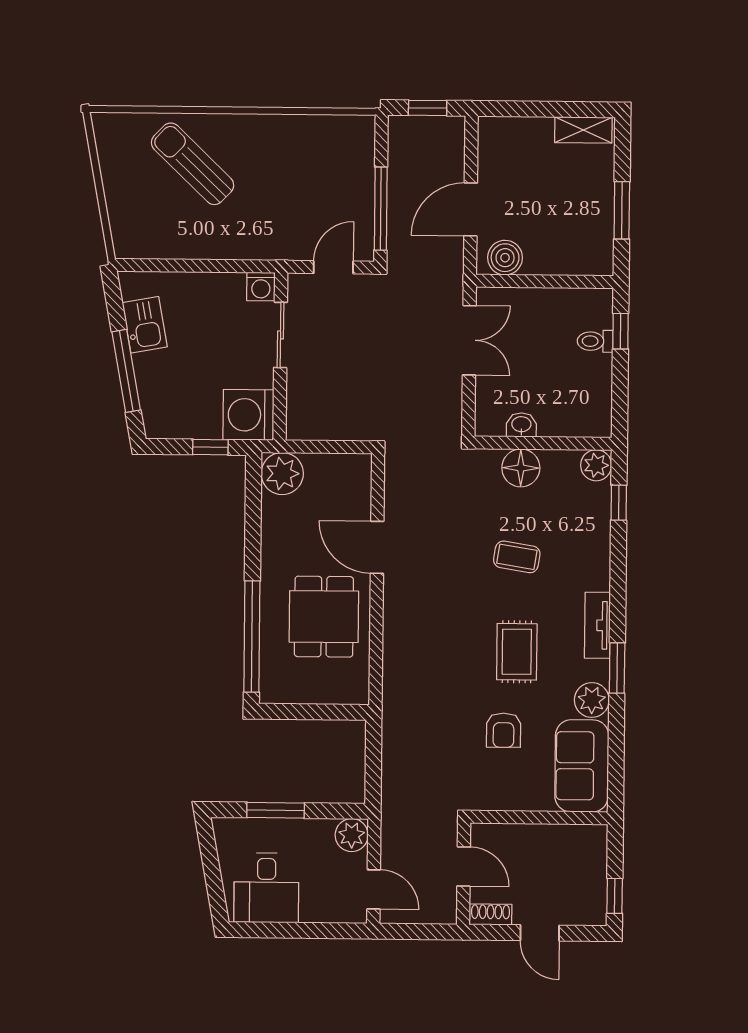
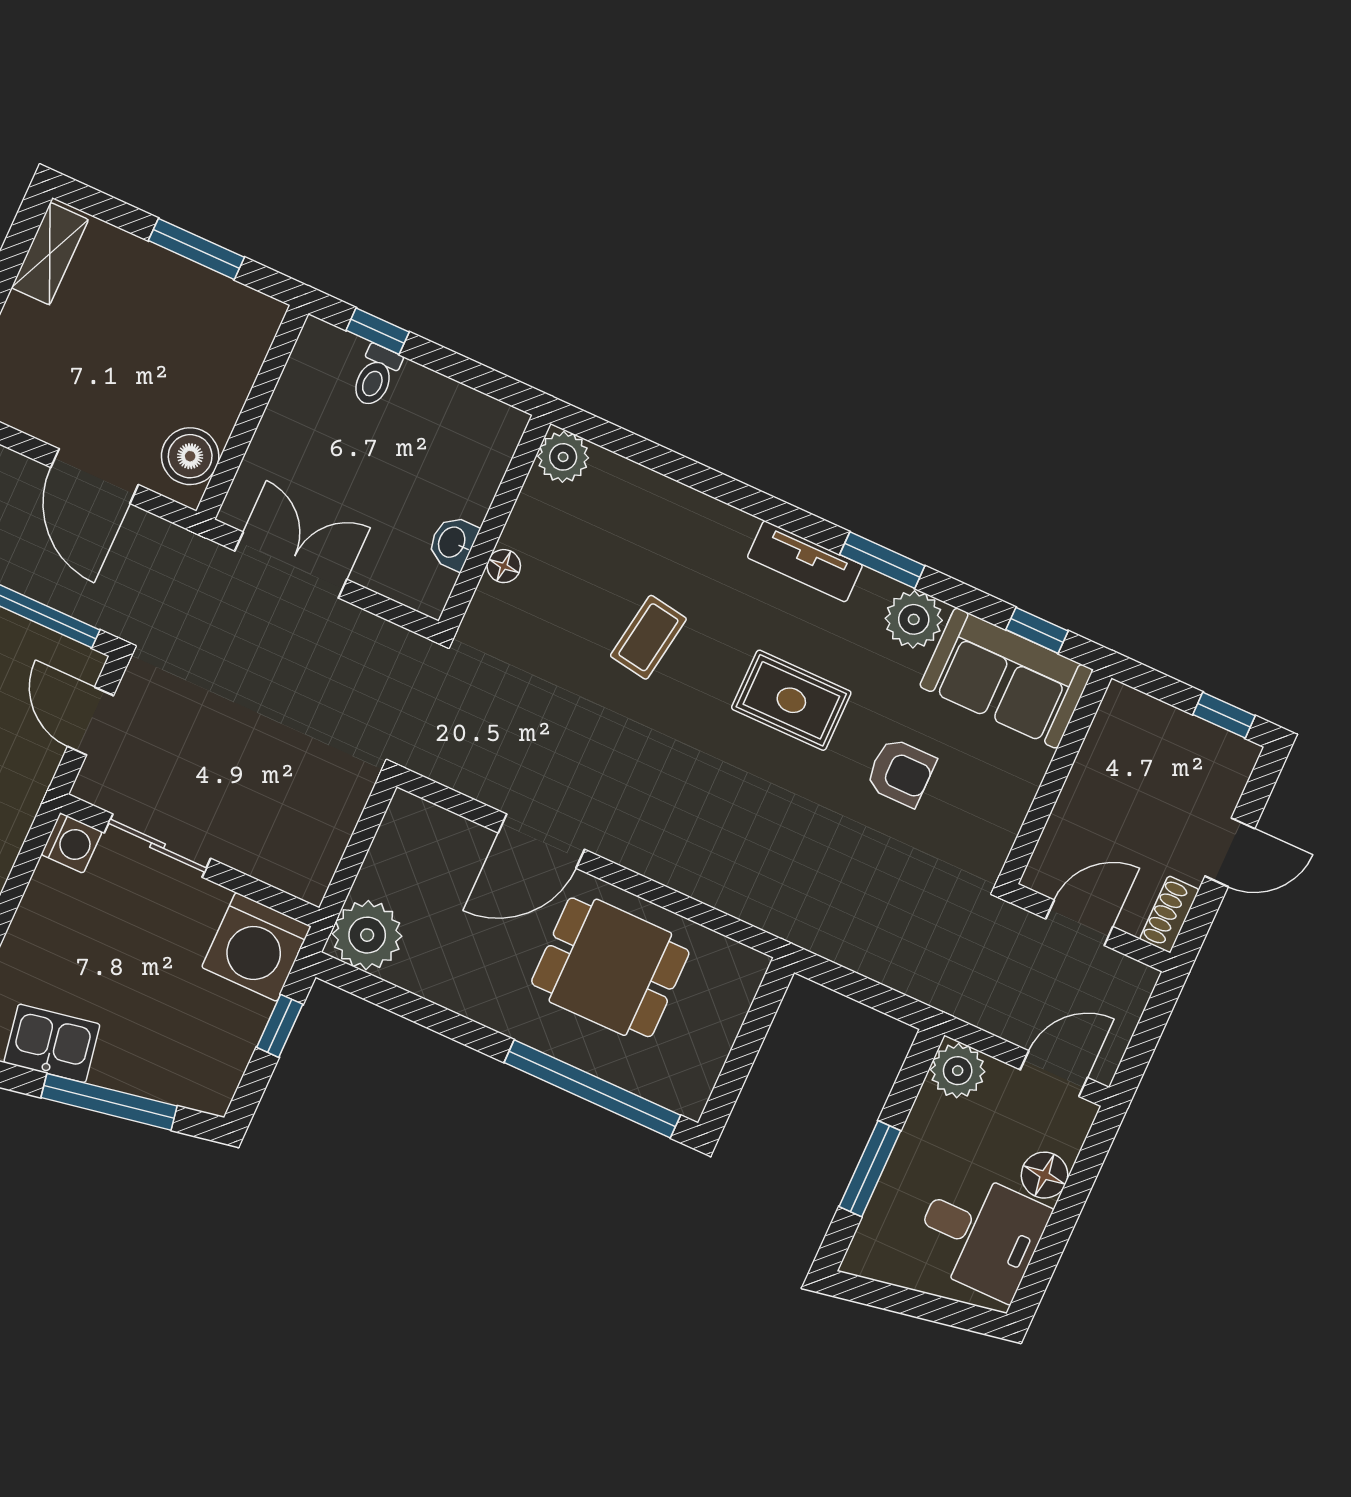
floor lamp: (521, 468) -> (504, 566), width x0.53, depth x0.53
window: (619, 503) -> (1037, 630), moved
floor lamp: (315, 909) -> (1045, 1175), added

